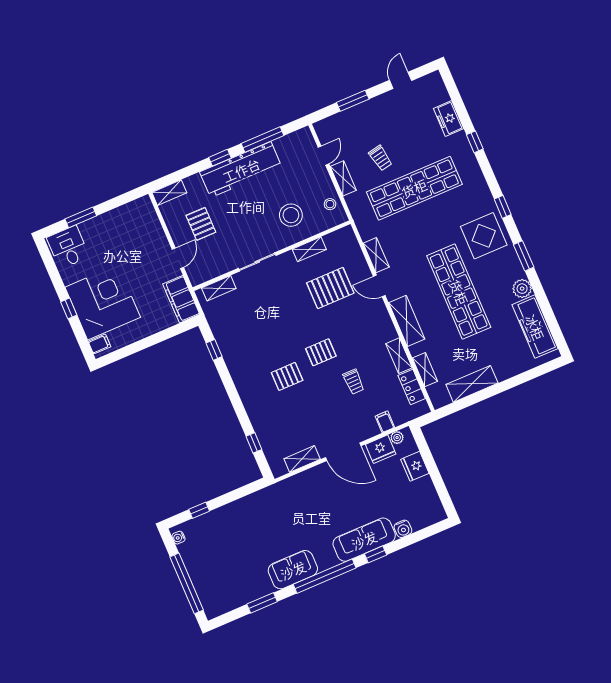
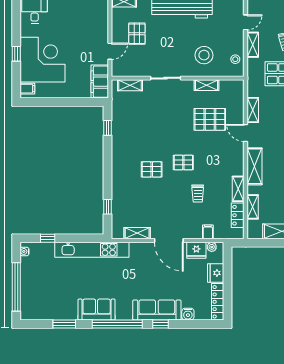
locker: (432, 499) -> (218, 302), added
kitchen unit: (257, 501) -> (92, 250), added

